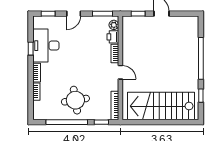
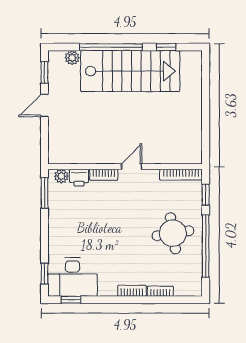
door: (74, 14) -> (45, 236), removed
window: (138, 14) -> (45, 72), moved
plant: (194, 32) -> (72, 58), added
desk: (46, 46) -> (73, 277), moved
window: (31, 49) -> (71, 300), moved
stairs: (161, 106) -> (130, 71), moved, turned -90

